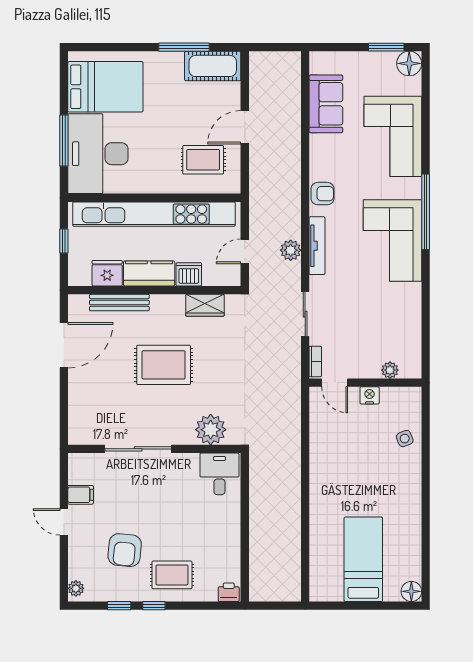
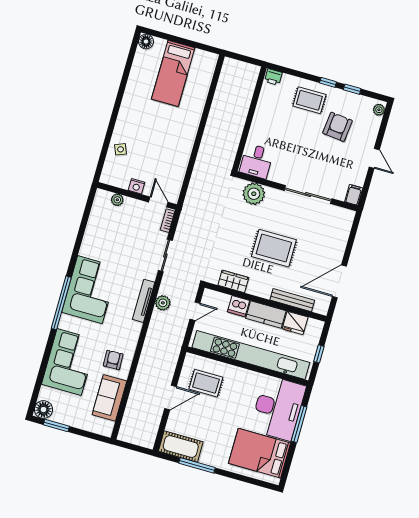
armchair: (322, 194) -> (113, 360), moved, turned 88
filing cabinet: (81, 495) -> (354, 195), moved, turned 90

